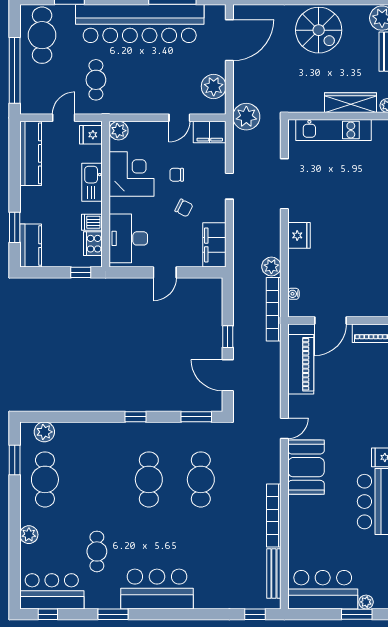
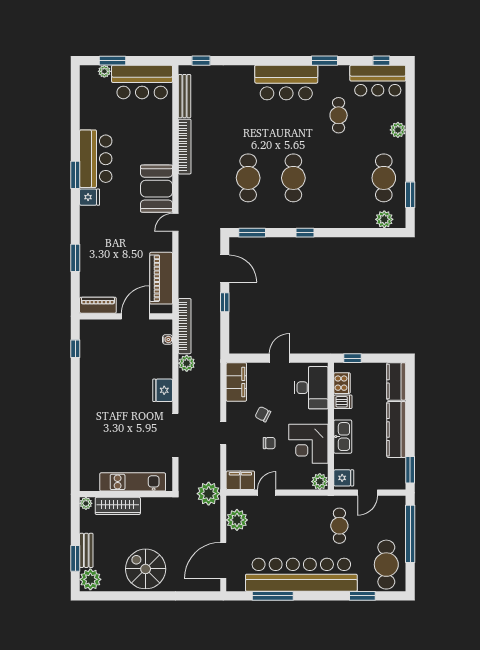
kitchen counter: (31, 153) -> (396, 430), moved
window: (15, 227) -> (410, 470), moved

